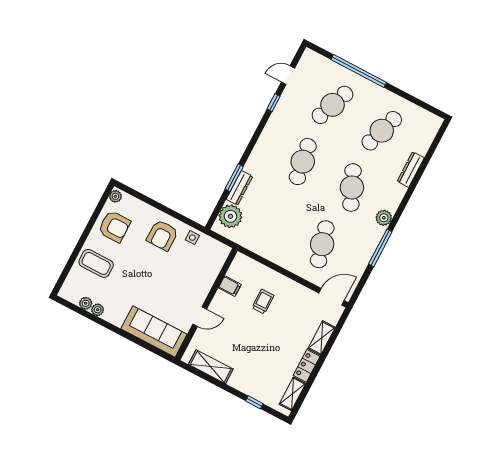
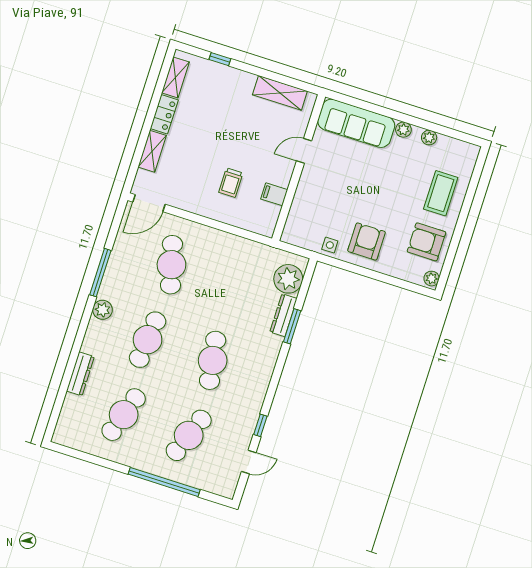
cafe table: (352, 187) -> (148, 340), turned 30
coffee table: (96, 263) -> (441, 193), turned 90
plant: (86, 303) -> (403, 130), moved

